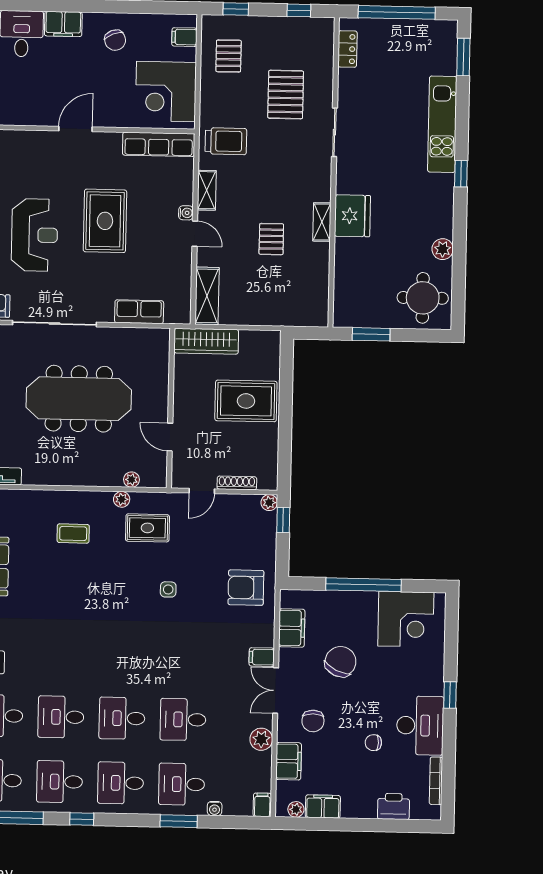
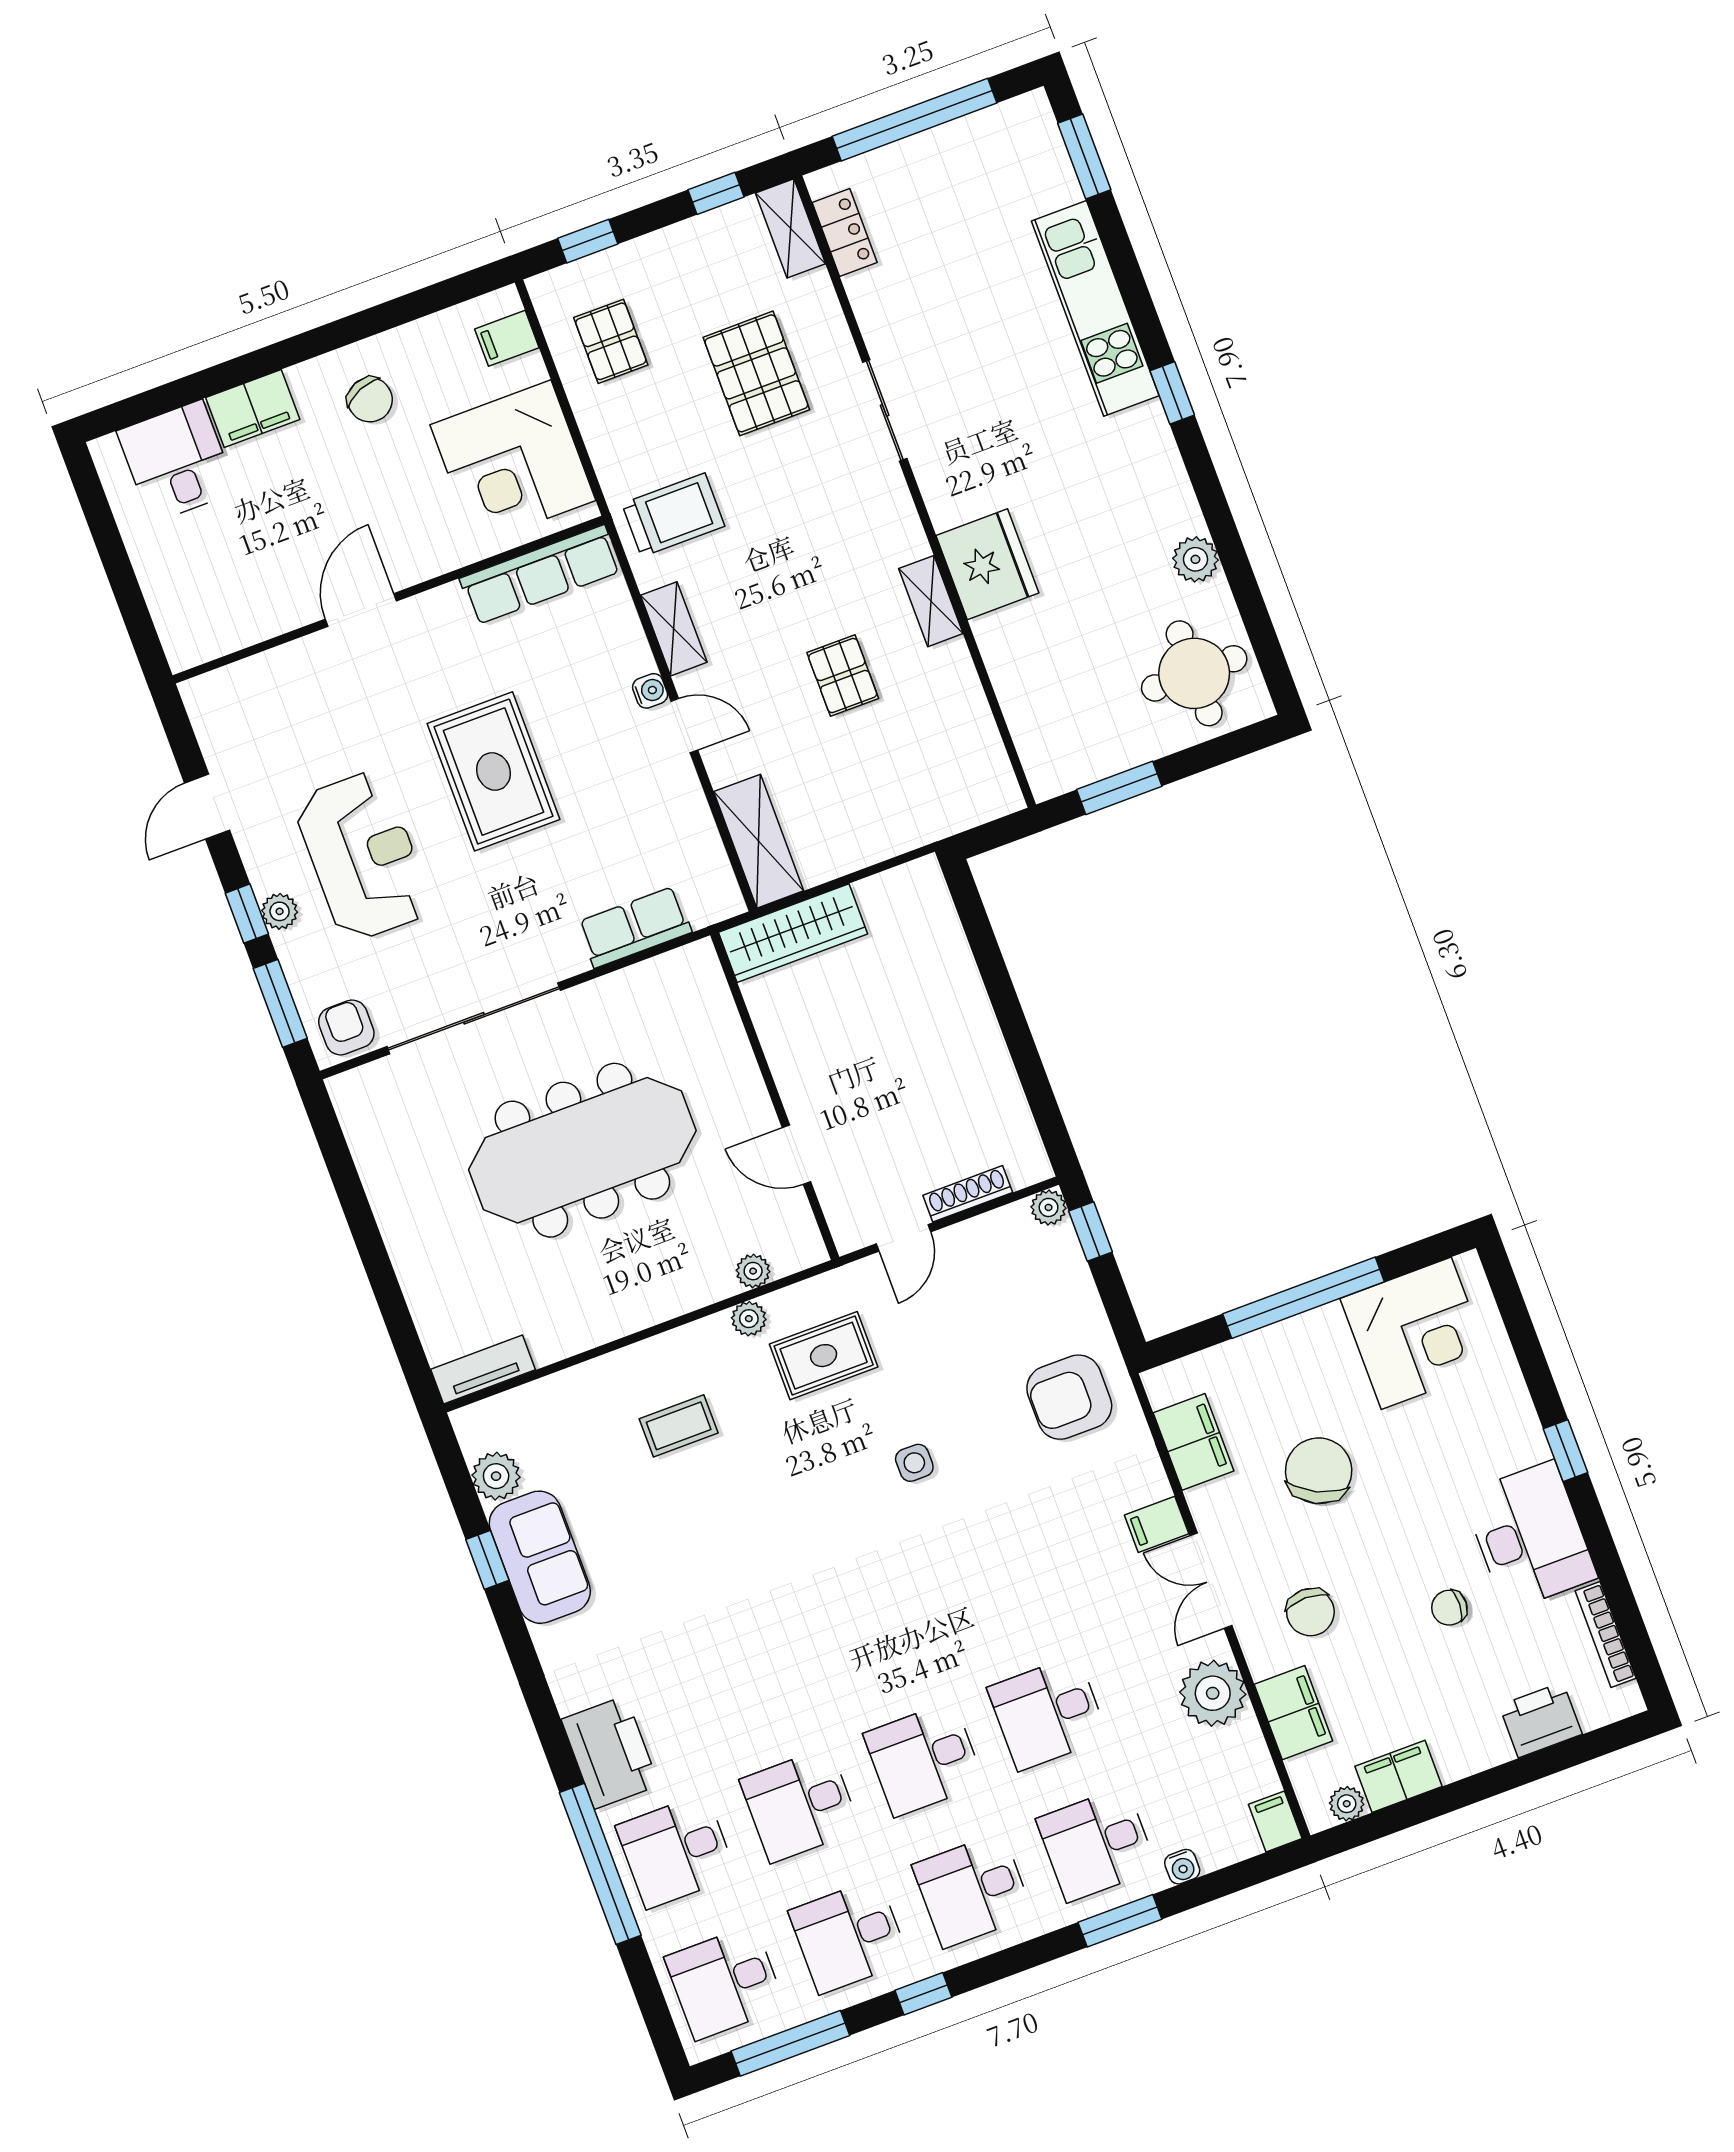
shelving: (325, 38) -> (790, 228), added
rug: (246, 401) -> (921, 1022), removed
plant: (261, 739) -> (1213, 1693), width x1.36, depth x1.36

